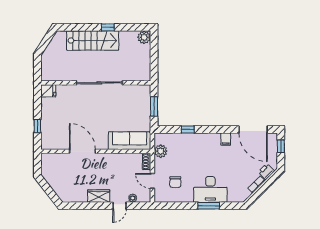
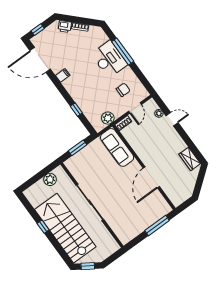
plant: (144, 37) -> (50, 179), moved
window: (46, 41) -> (88, 266), added
stairs: (93, 41) -> (65, 228), width x1.36, depth x1.51
fridge: (48, 91) -> (124, 237), removed
window: (37, 126) -> (157, 225), width x2.17
door: (253, 129) -> (40, 60), swing flipped
wardrobe: (99, 196) -> (190, 159), moved
window: (209, 206) -> (123, 51), width x1.44

